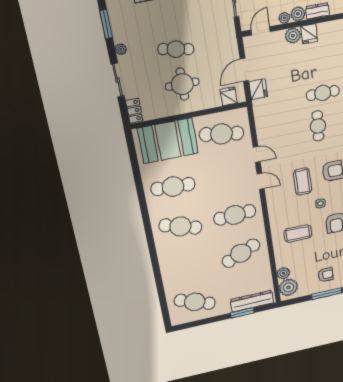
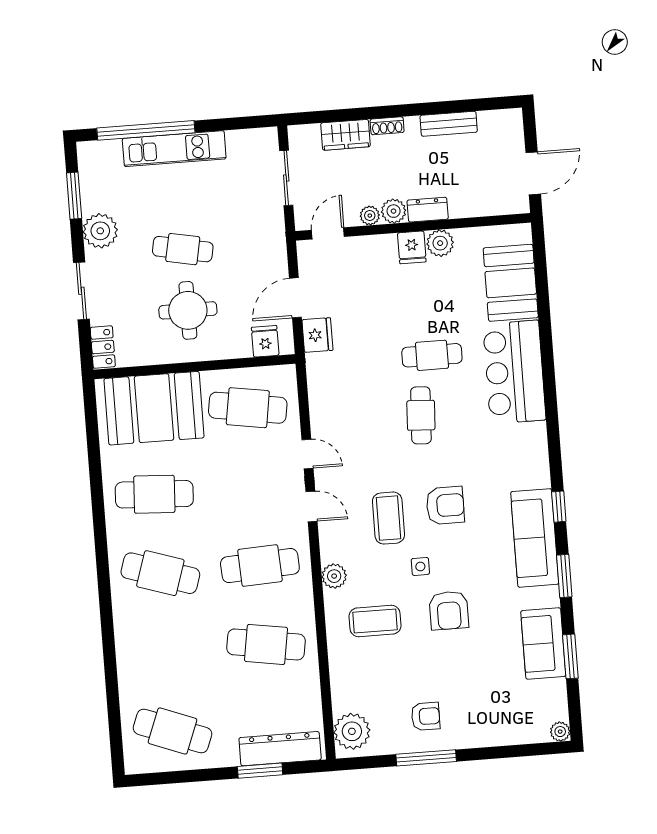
plant: (293, 36) -> (440, 243), moved
plant: (121, 49) -> (100, 231), width x1.87, depth x1.87
cafe table: (241, 253) -> (266, 644), turned 33
plant: (283, 273) -> (334, 576), moved

